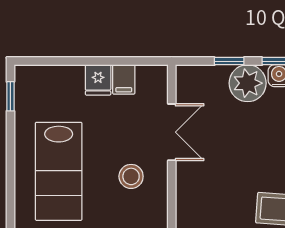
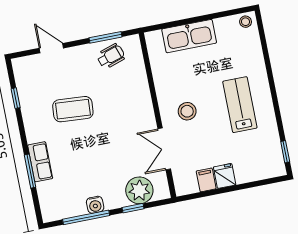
plant: (248, 83) -> (139, 190), moved
lab bench: (59, 171) -> (240, 105), width x0.73, depth x0.72

